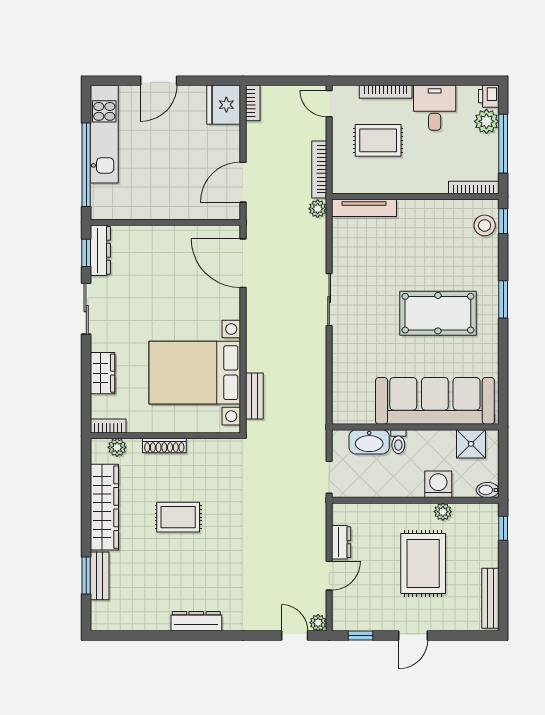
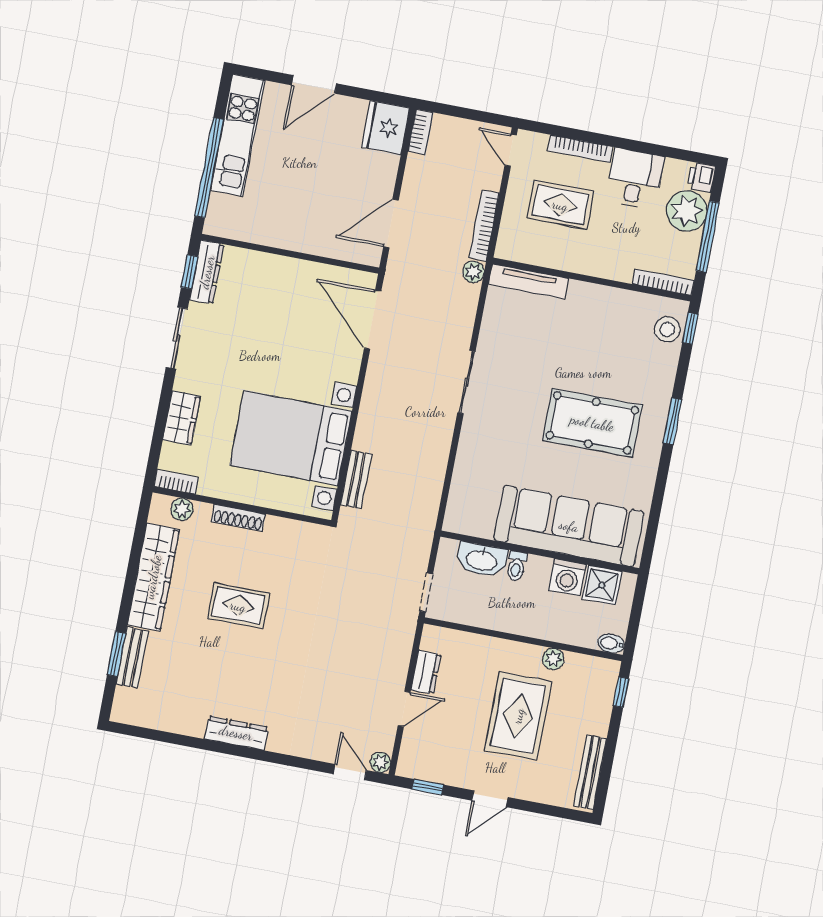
plant: (486, 121) -> (687, 211), width x1.36, depth x1.36
washing machine: (438, 484) -> (567, 577), moved, turned 180

